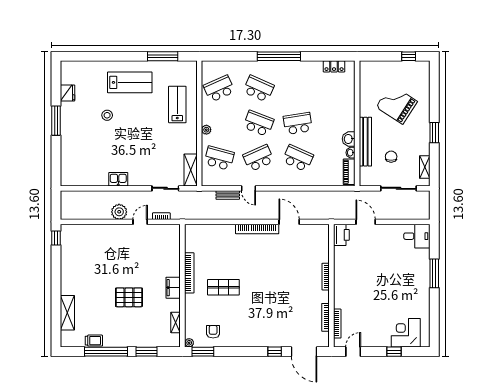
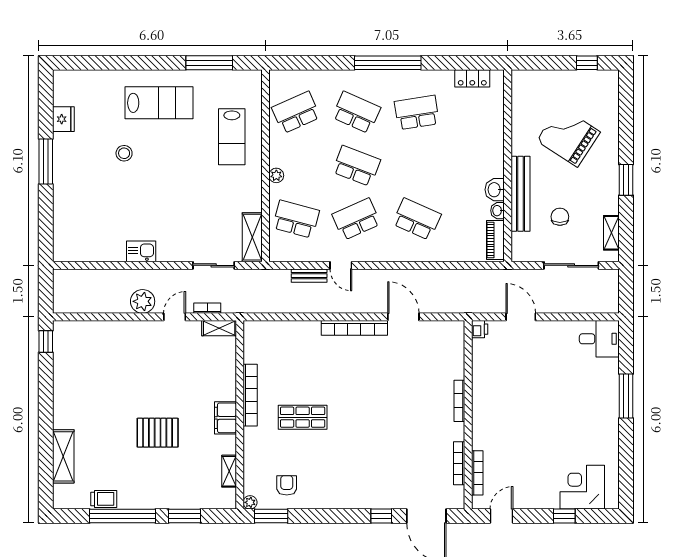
lab bench: (177, 104) -> (232, 137), turned 180
school desk: (298, 123) -> (417, 112), moved
shelving: (169, 229) -> (219, 328), added
printer: (341, 235) -> (480, 329), width x0.53, depth x0.68

